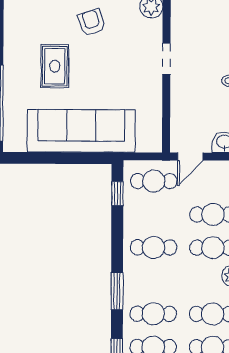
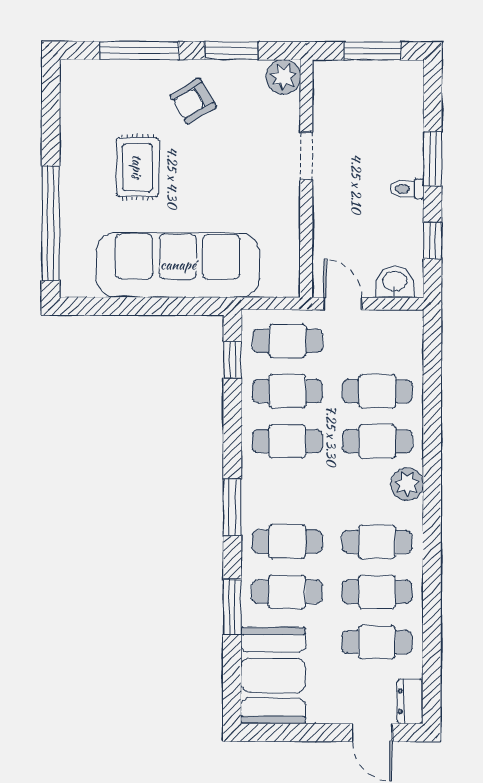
armchair: (92, 22) -> (193, 101), turned -103
door: (190, 157) -> (343, 304), swing flipped
cafe table: (154, 214) -> (287, 391), added

